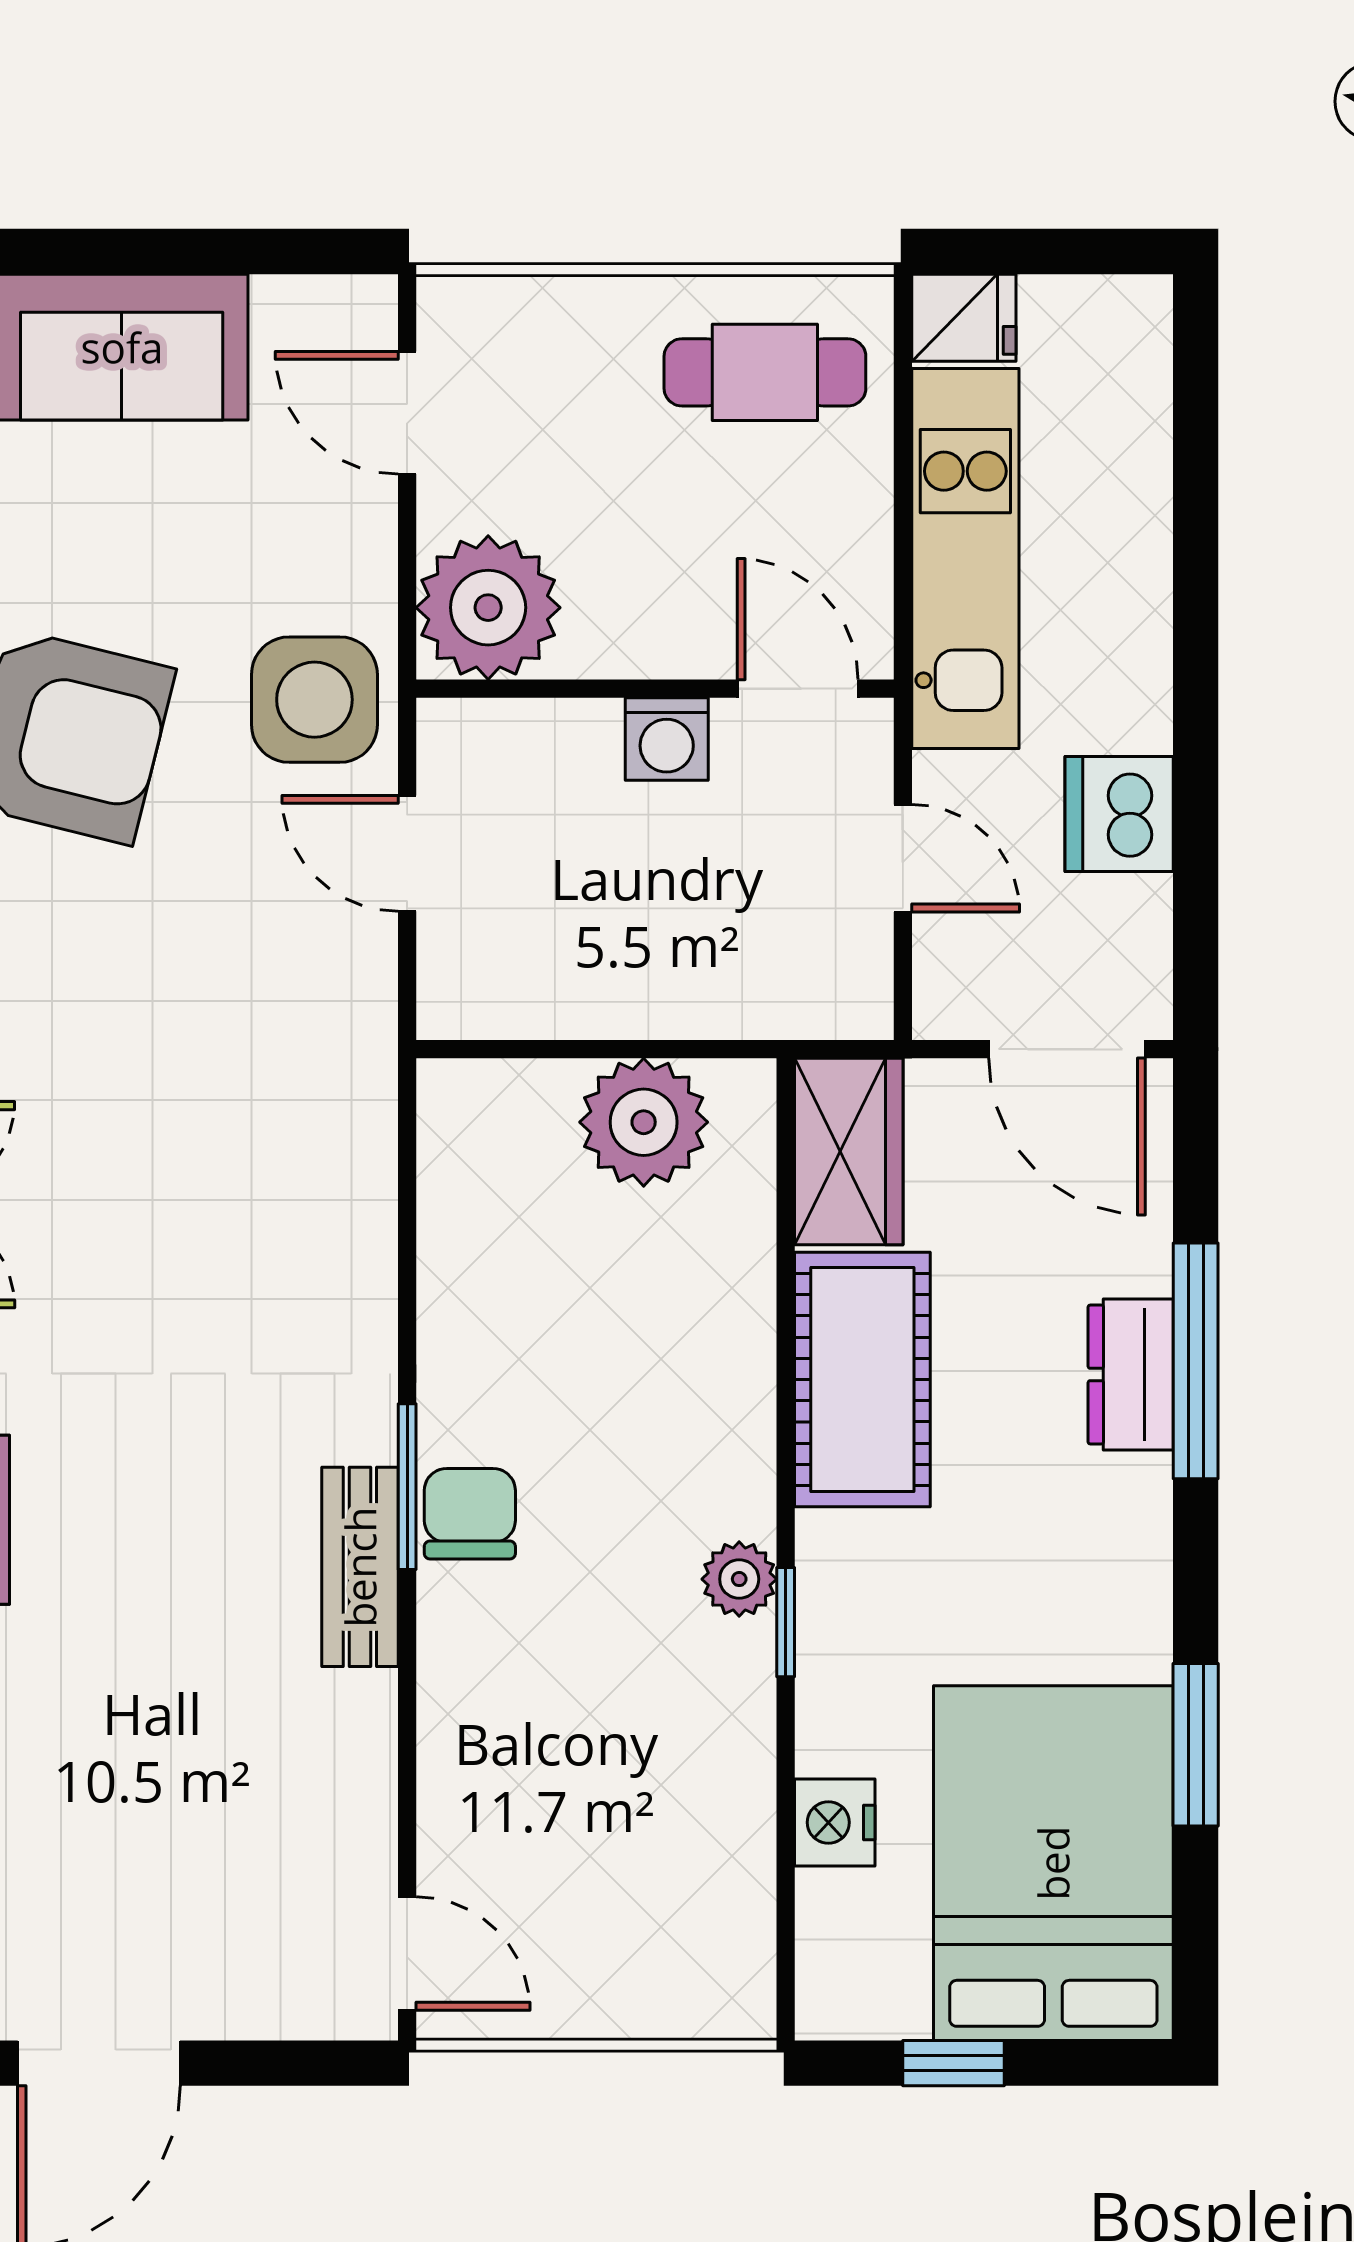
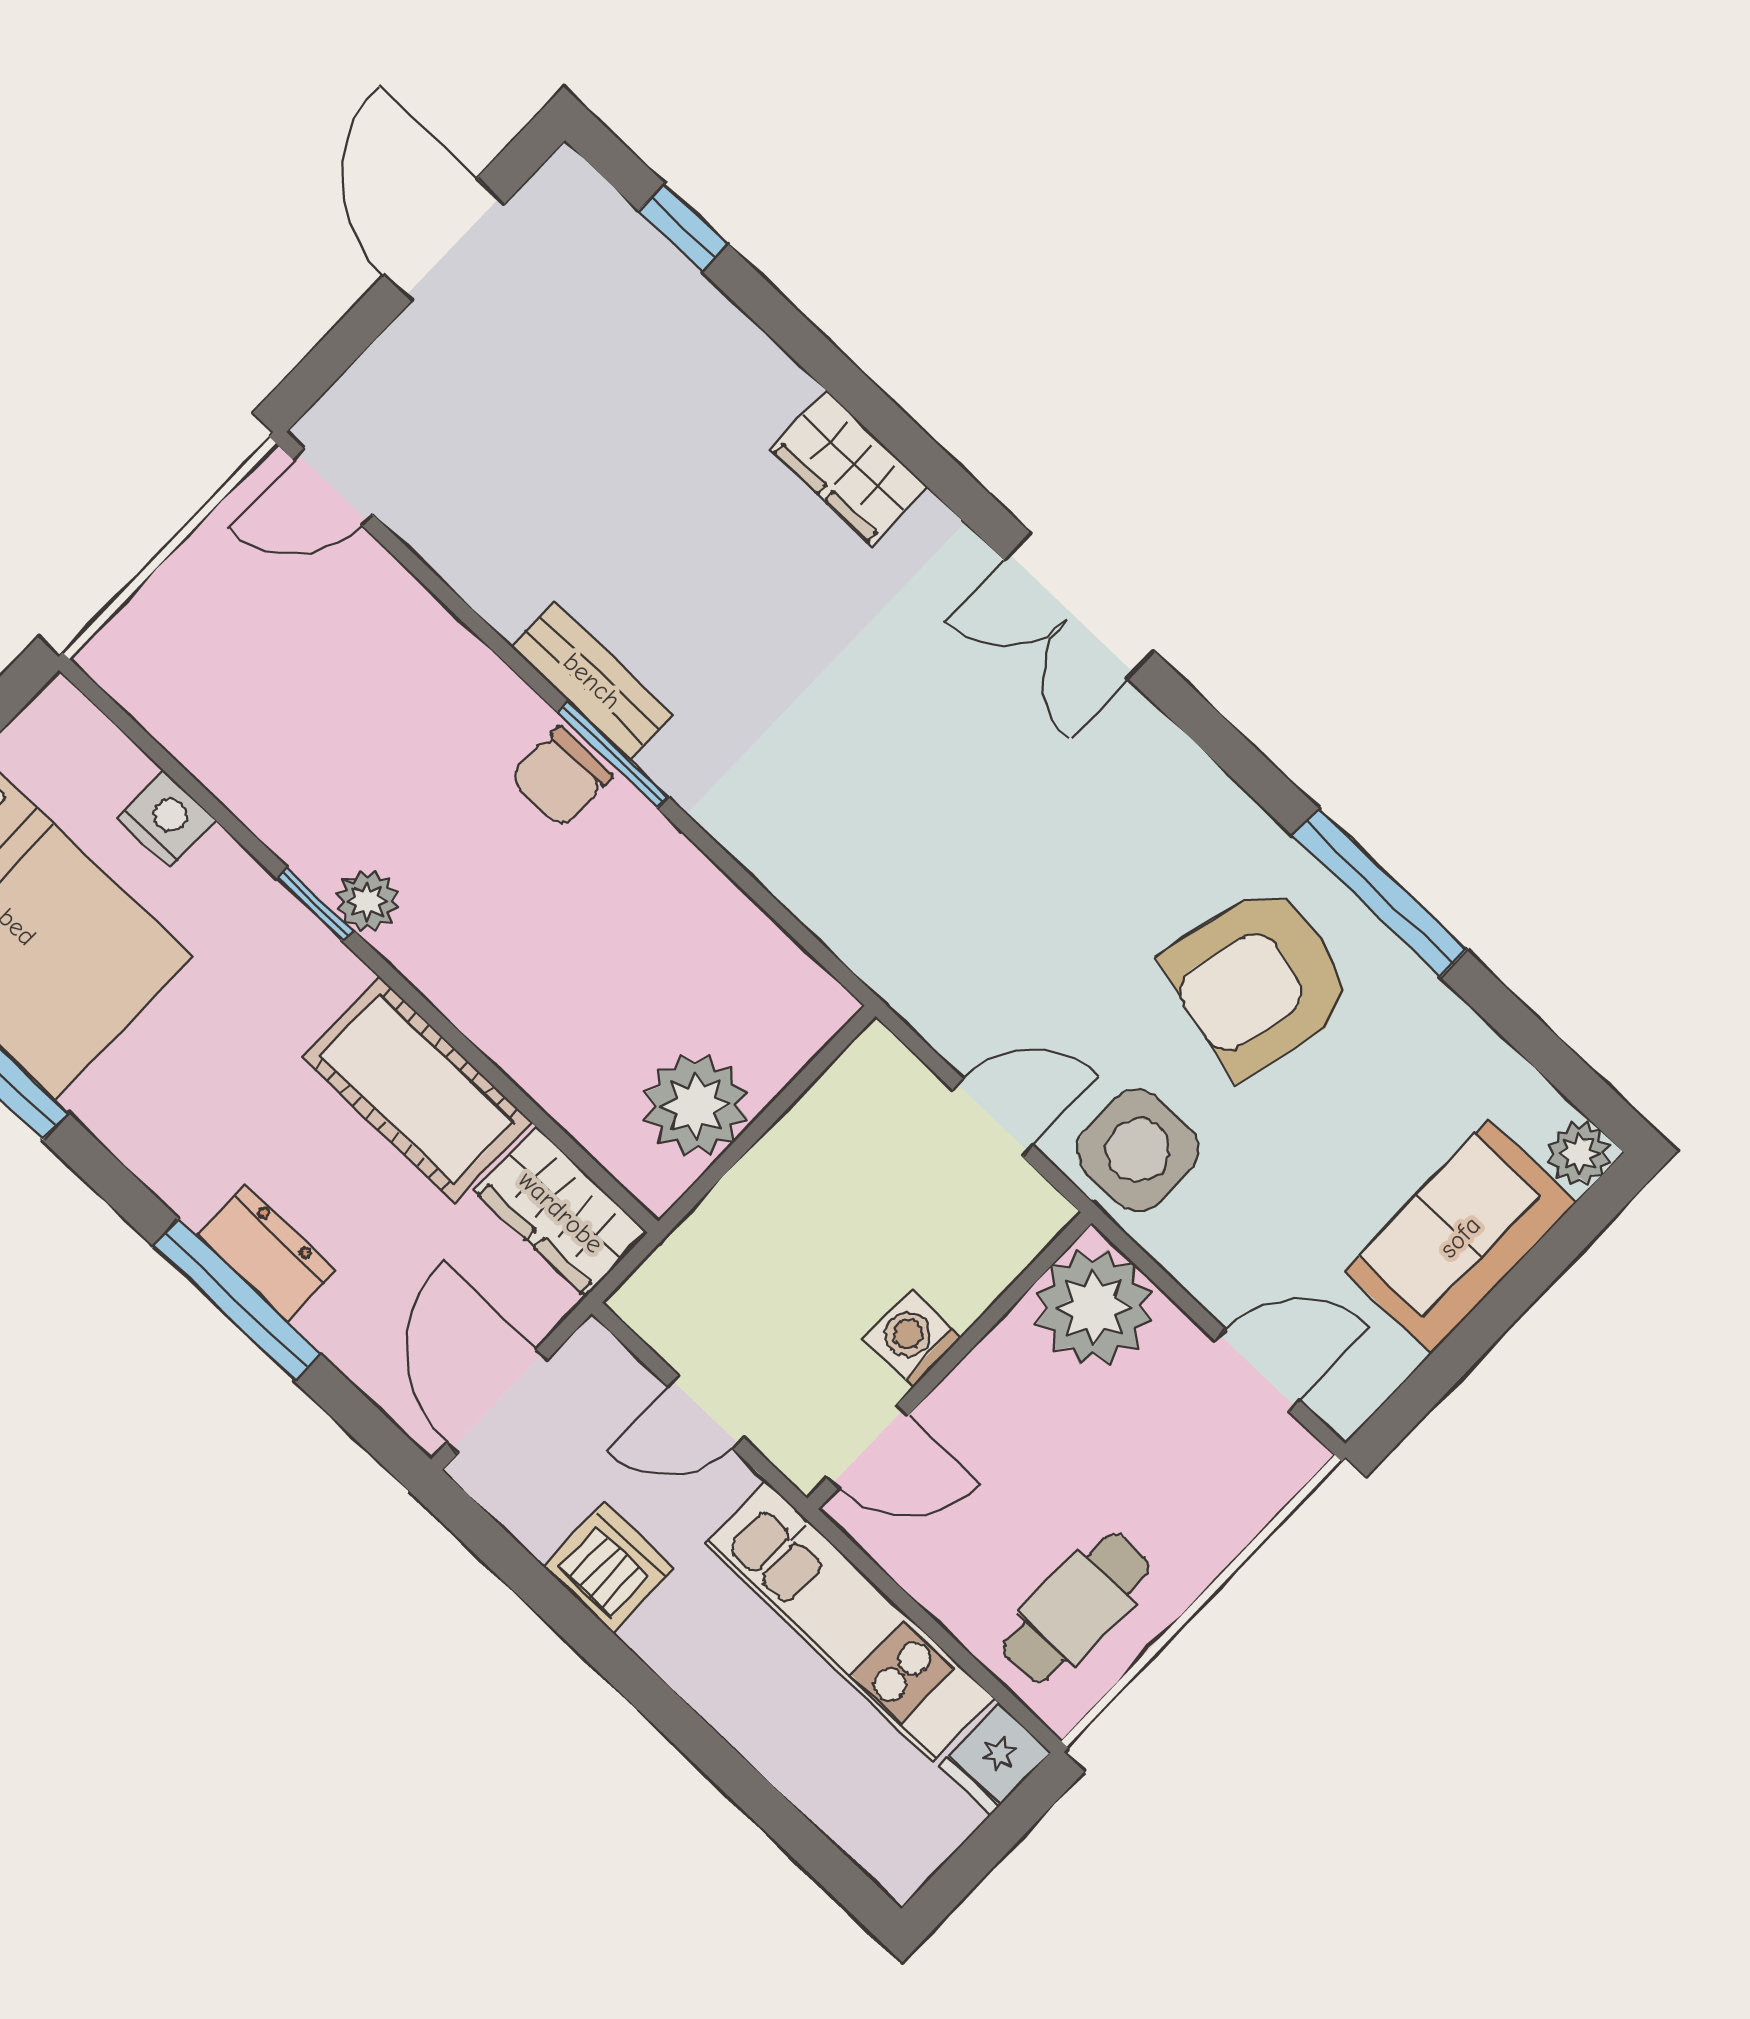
door: (1067, 1049) -> (497, 1401), hinge flipped
chair: (470, 1514) -> (561, 777), turned 90

